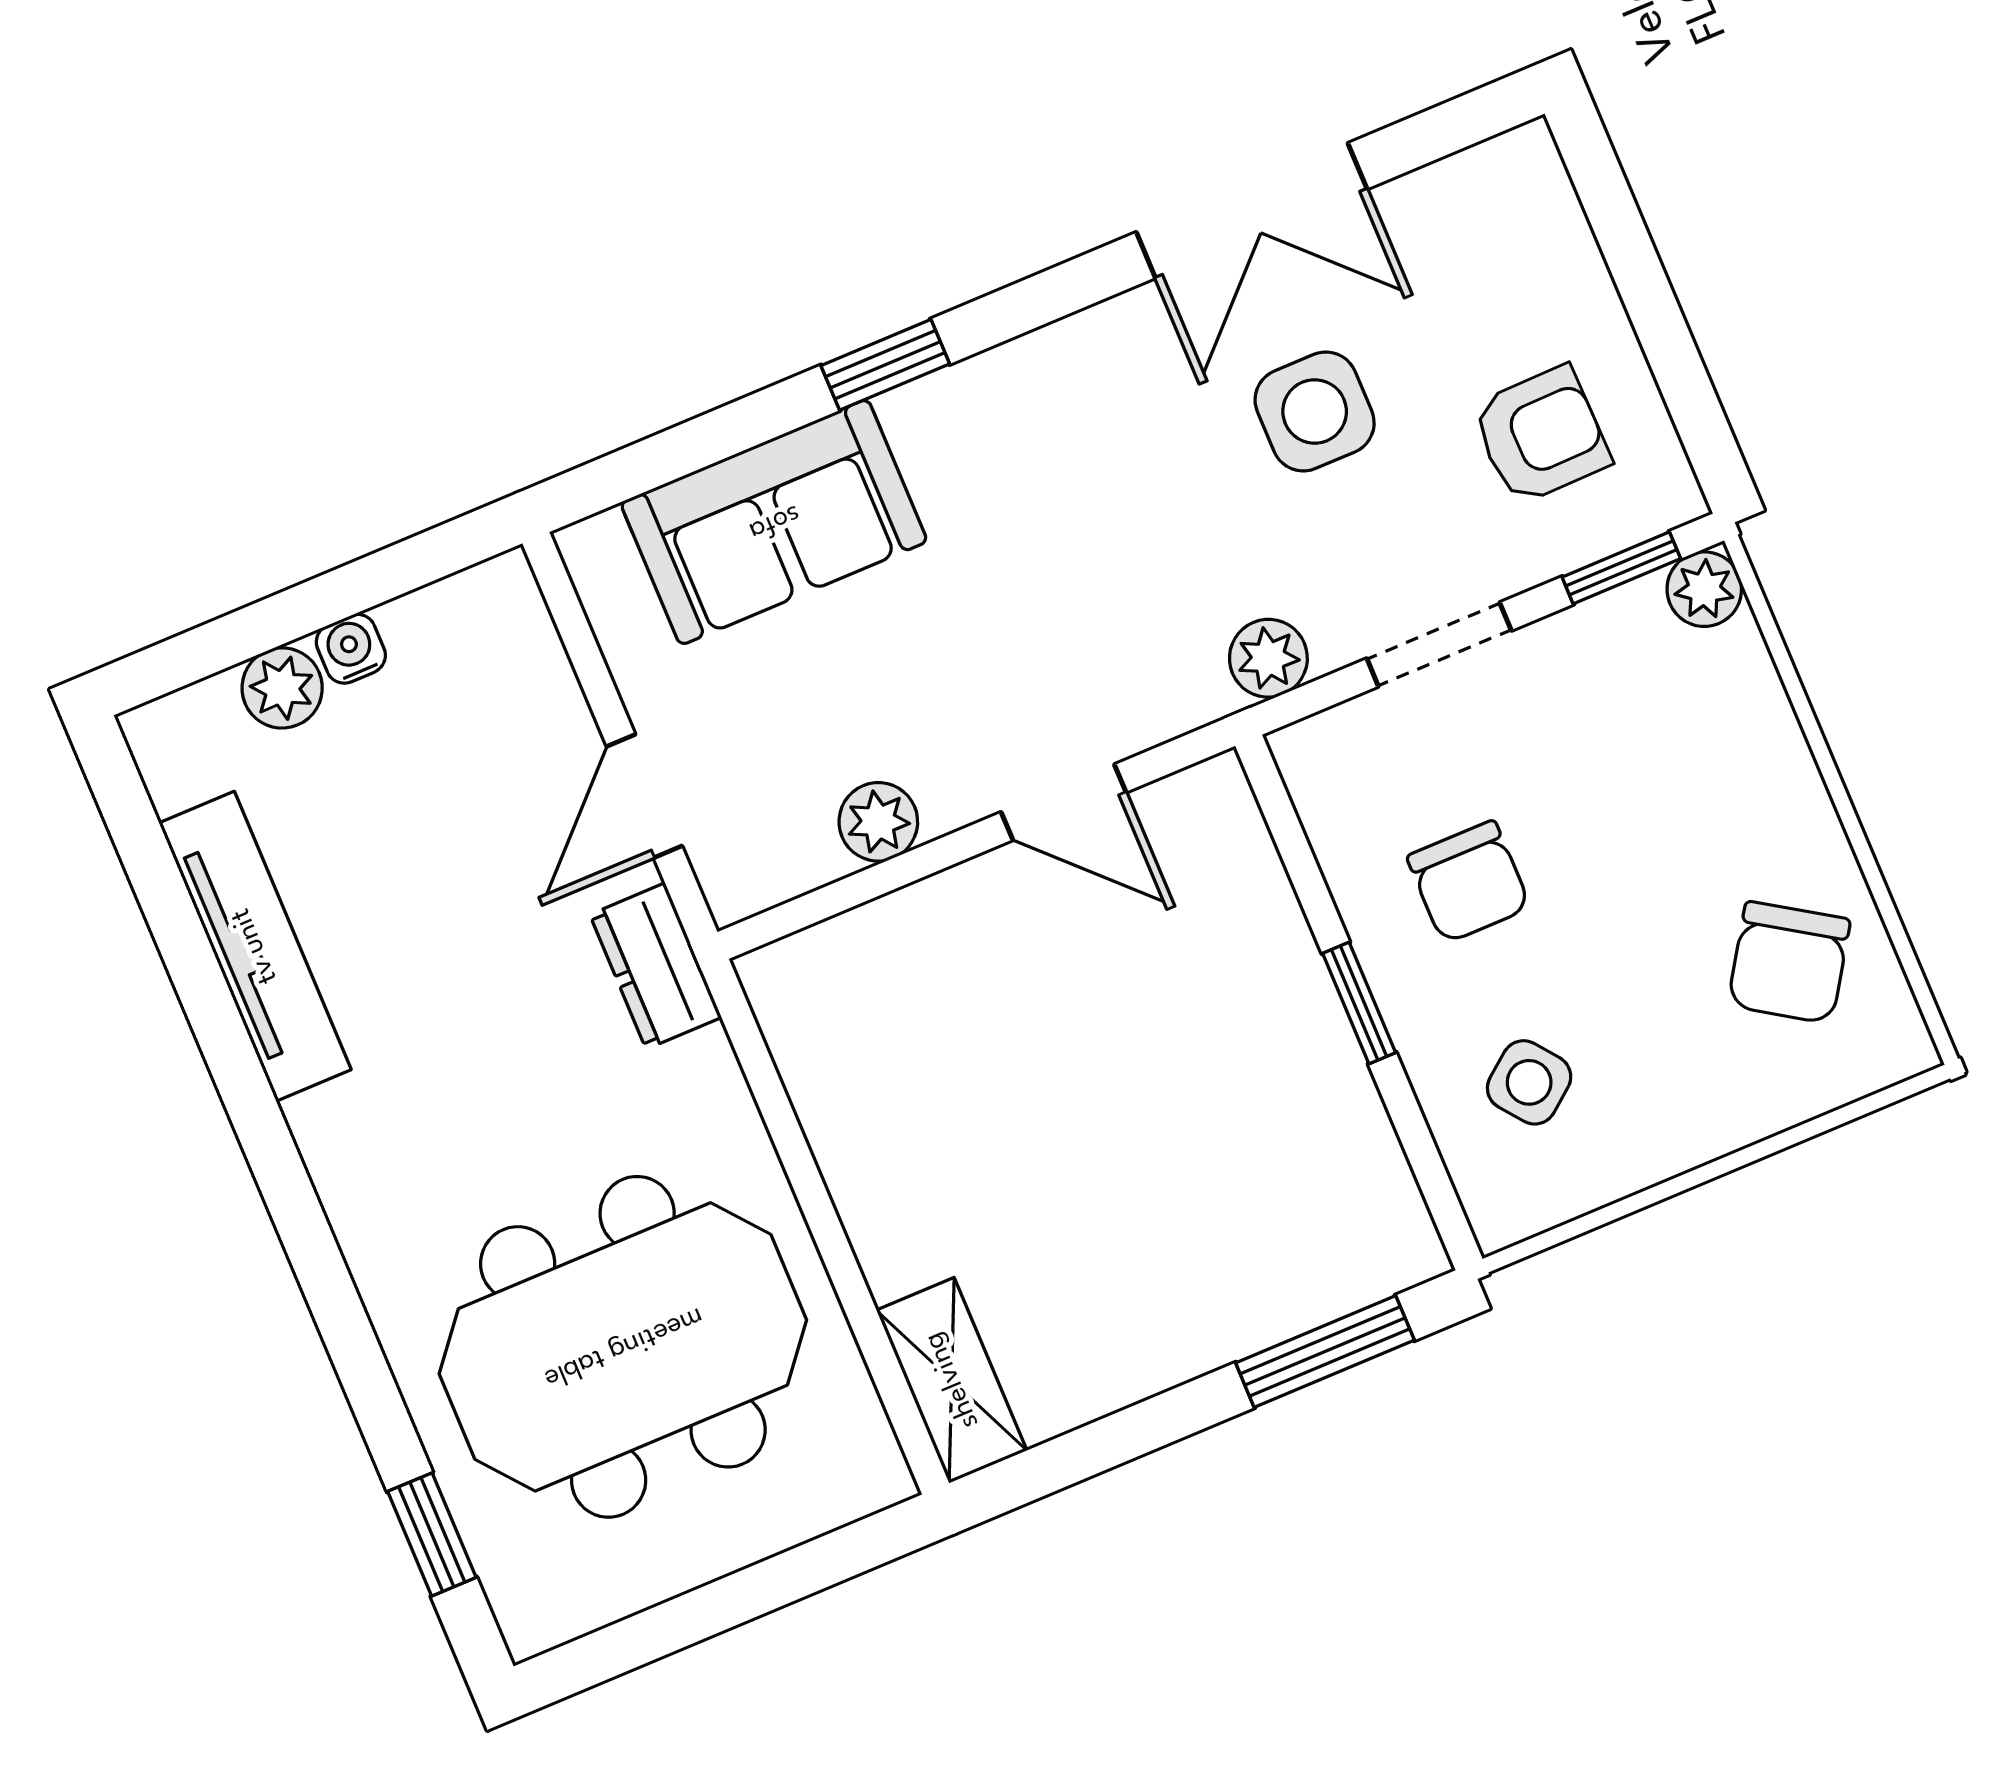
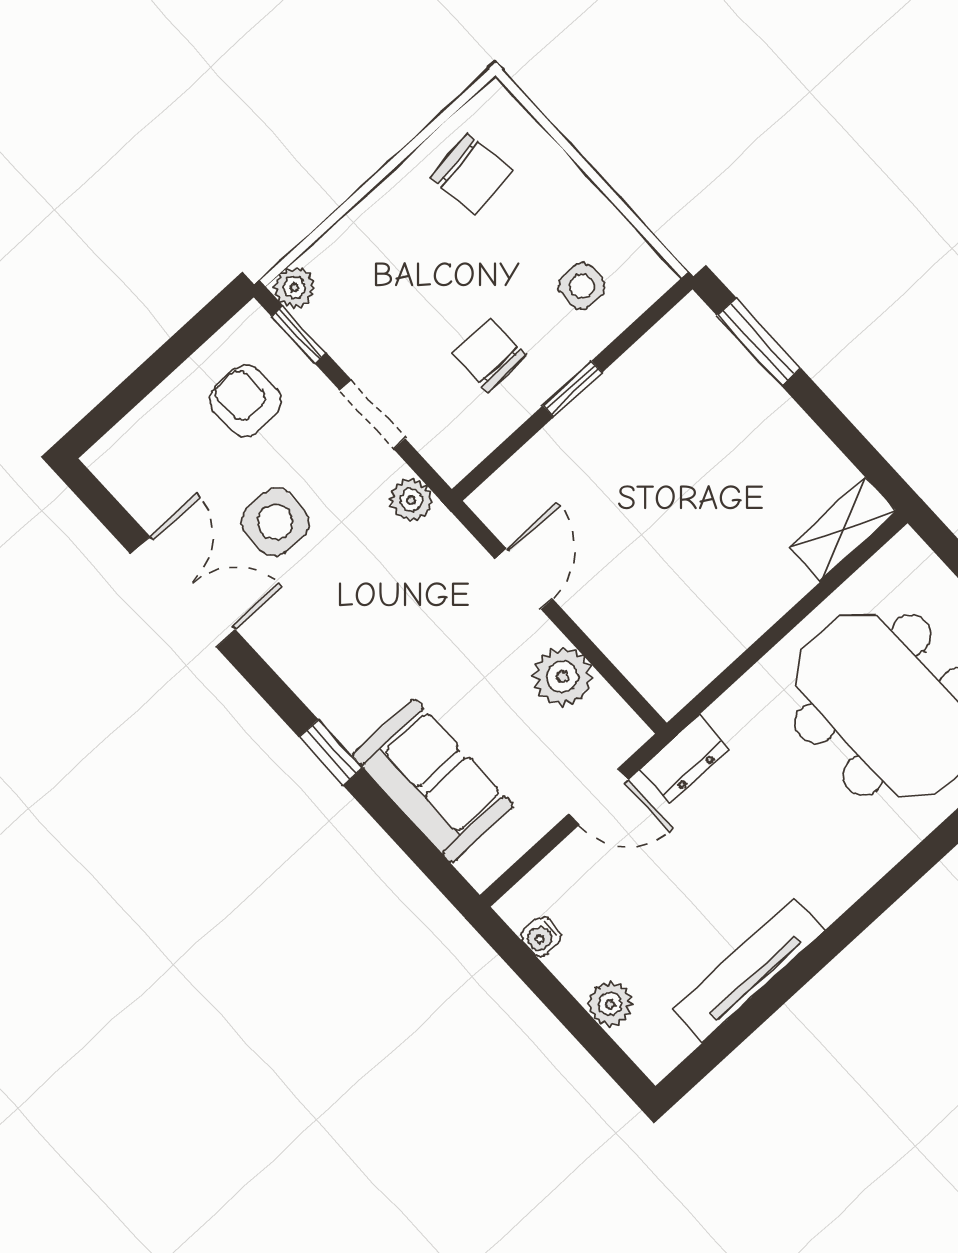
water cooler: (351, 649) -> (541, 937), moved
plant: (878, 822) -> (562, 677), width x1.38, depth x1.38
chair: (1469, 882) -> (489, 355), turned -90
chair: (1789, 962) -> (471, 174), turned 49
side table: (1529, 1082) -> (582, 286), turned 38

